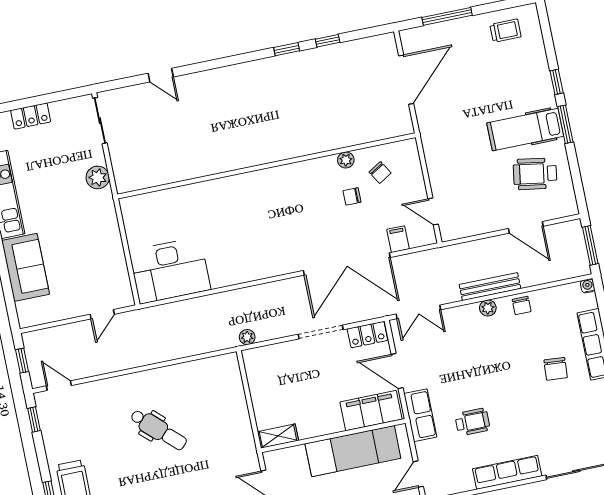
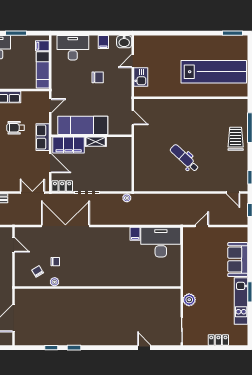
filing cabinet: (398, 239) -> (135, 234), moved
shelving: (278, 436) -> (96, 142), moved

